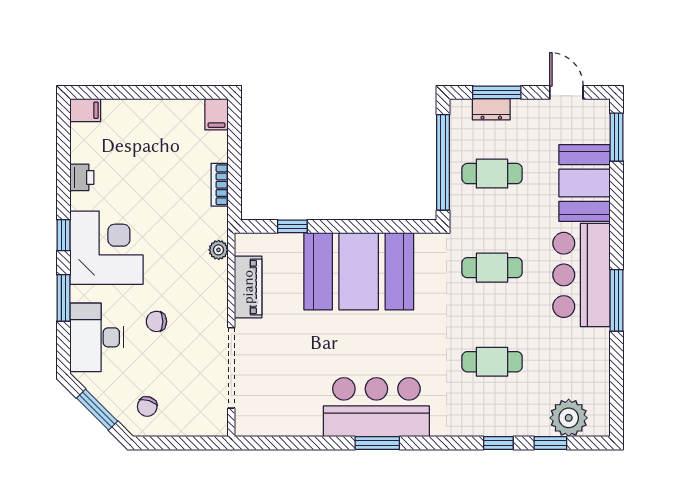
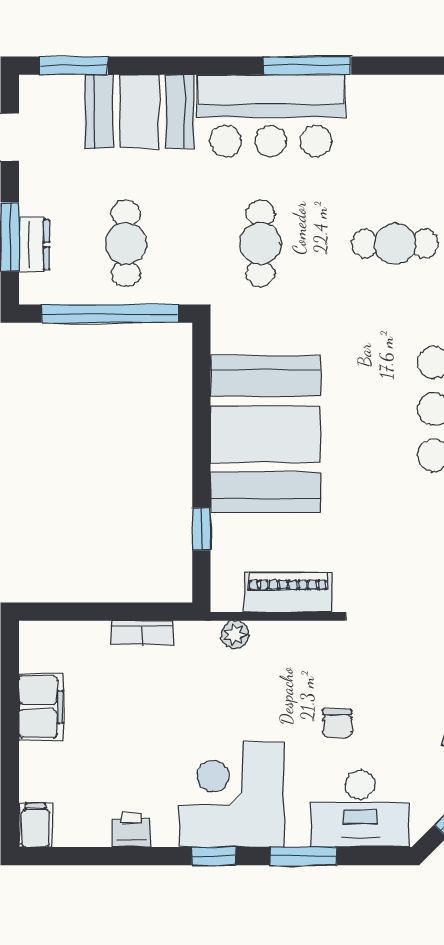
filing cabinet: (216, 114) -> (41, 707), moved, width x2.00
cafe table: (492, 362) -> (395, 244), turned 90

